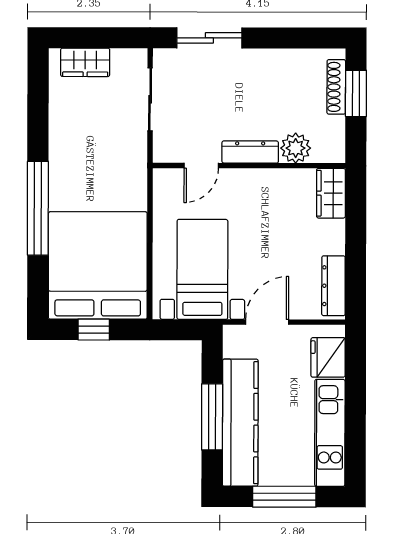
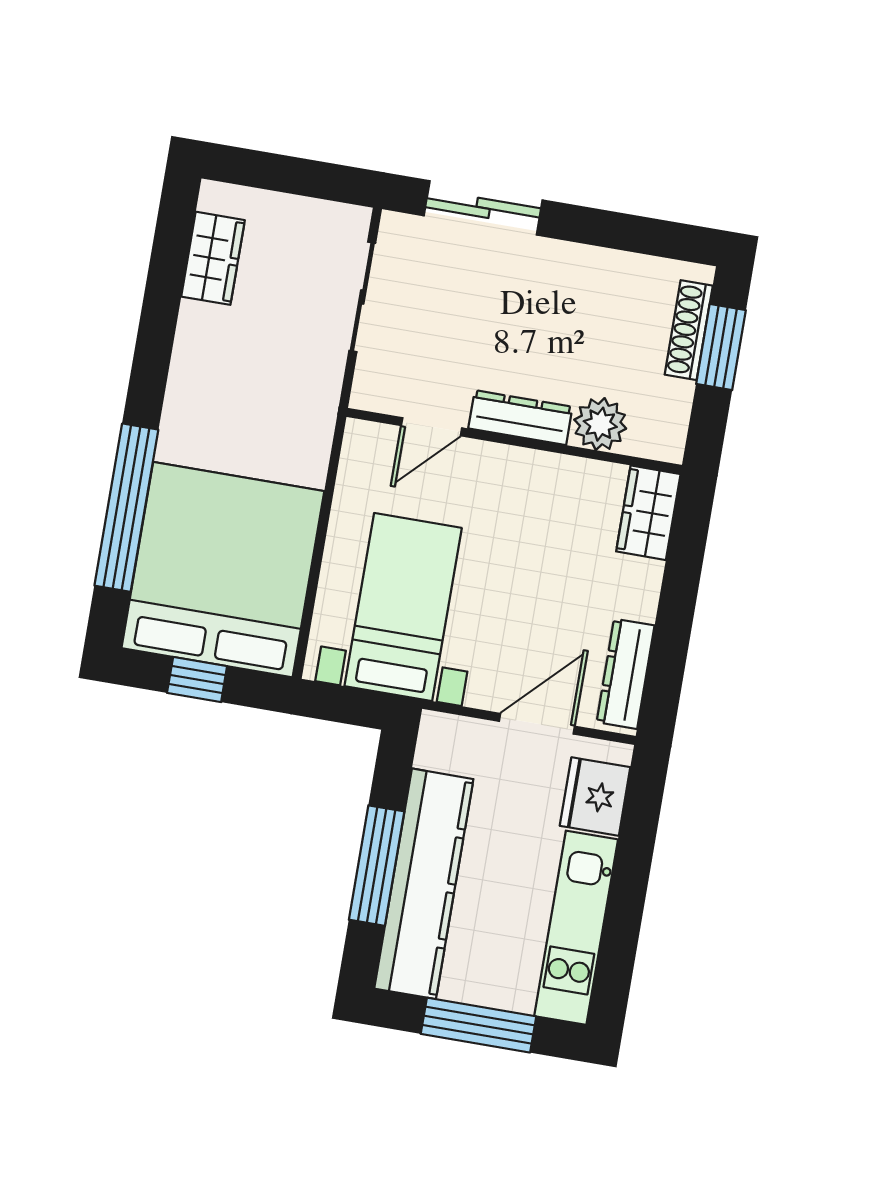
wardrobe: (85, 62) -> (213, 258), moved, turned -90
window: (38, 208) -> (126, 508), moved
door: (267, 322) -> (537, 724), moved

